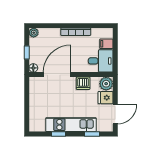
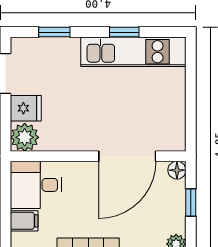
dishwasher: (83, 83) -> (73, 138), removed
kitchen unit: (71, 125) -> (133, 52), moved

